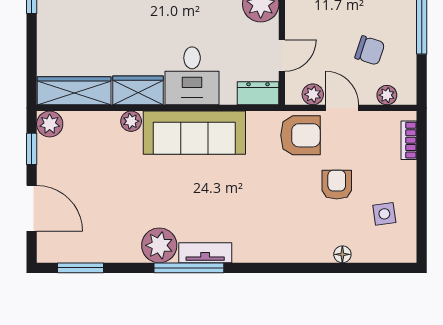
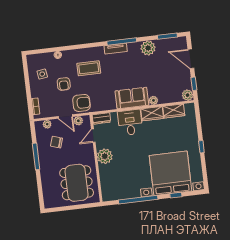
wardrobe: (74, 91) -> (174, 111), width x0.67
sofa: (194, 133) -> (132, 98), width x0.73
armchair: (300, 135) -> (81, 103), turned 180
coffee table: (274, 214) -> (89, 68), added
plant: (159, 245) -> (148, 48), moved

